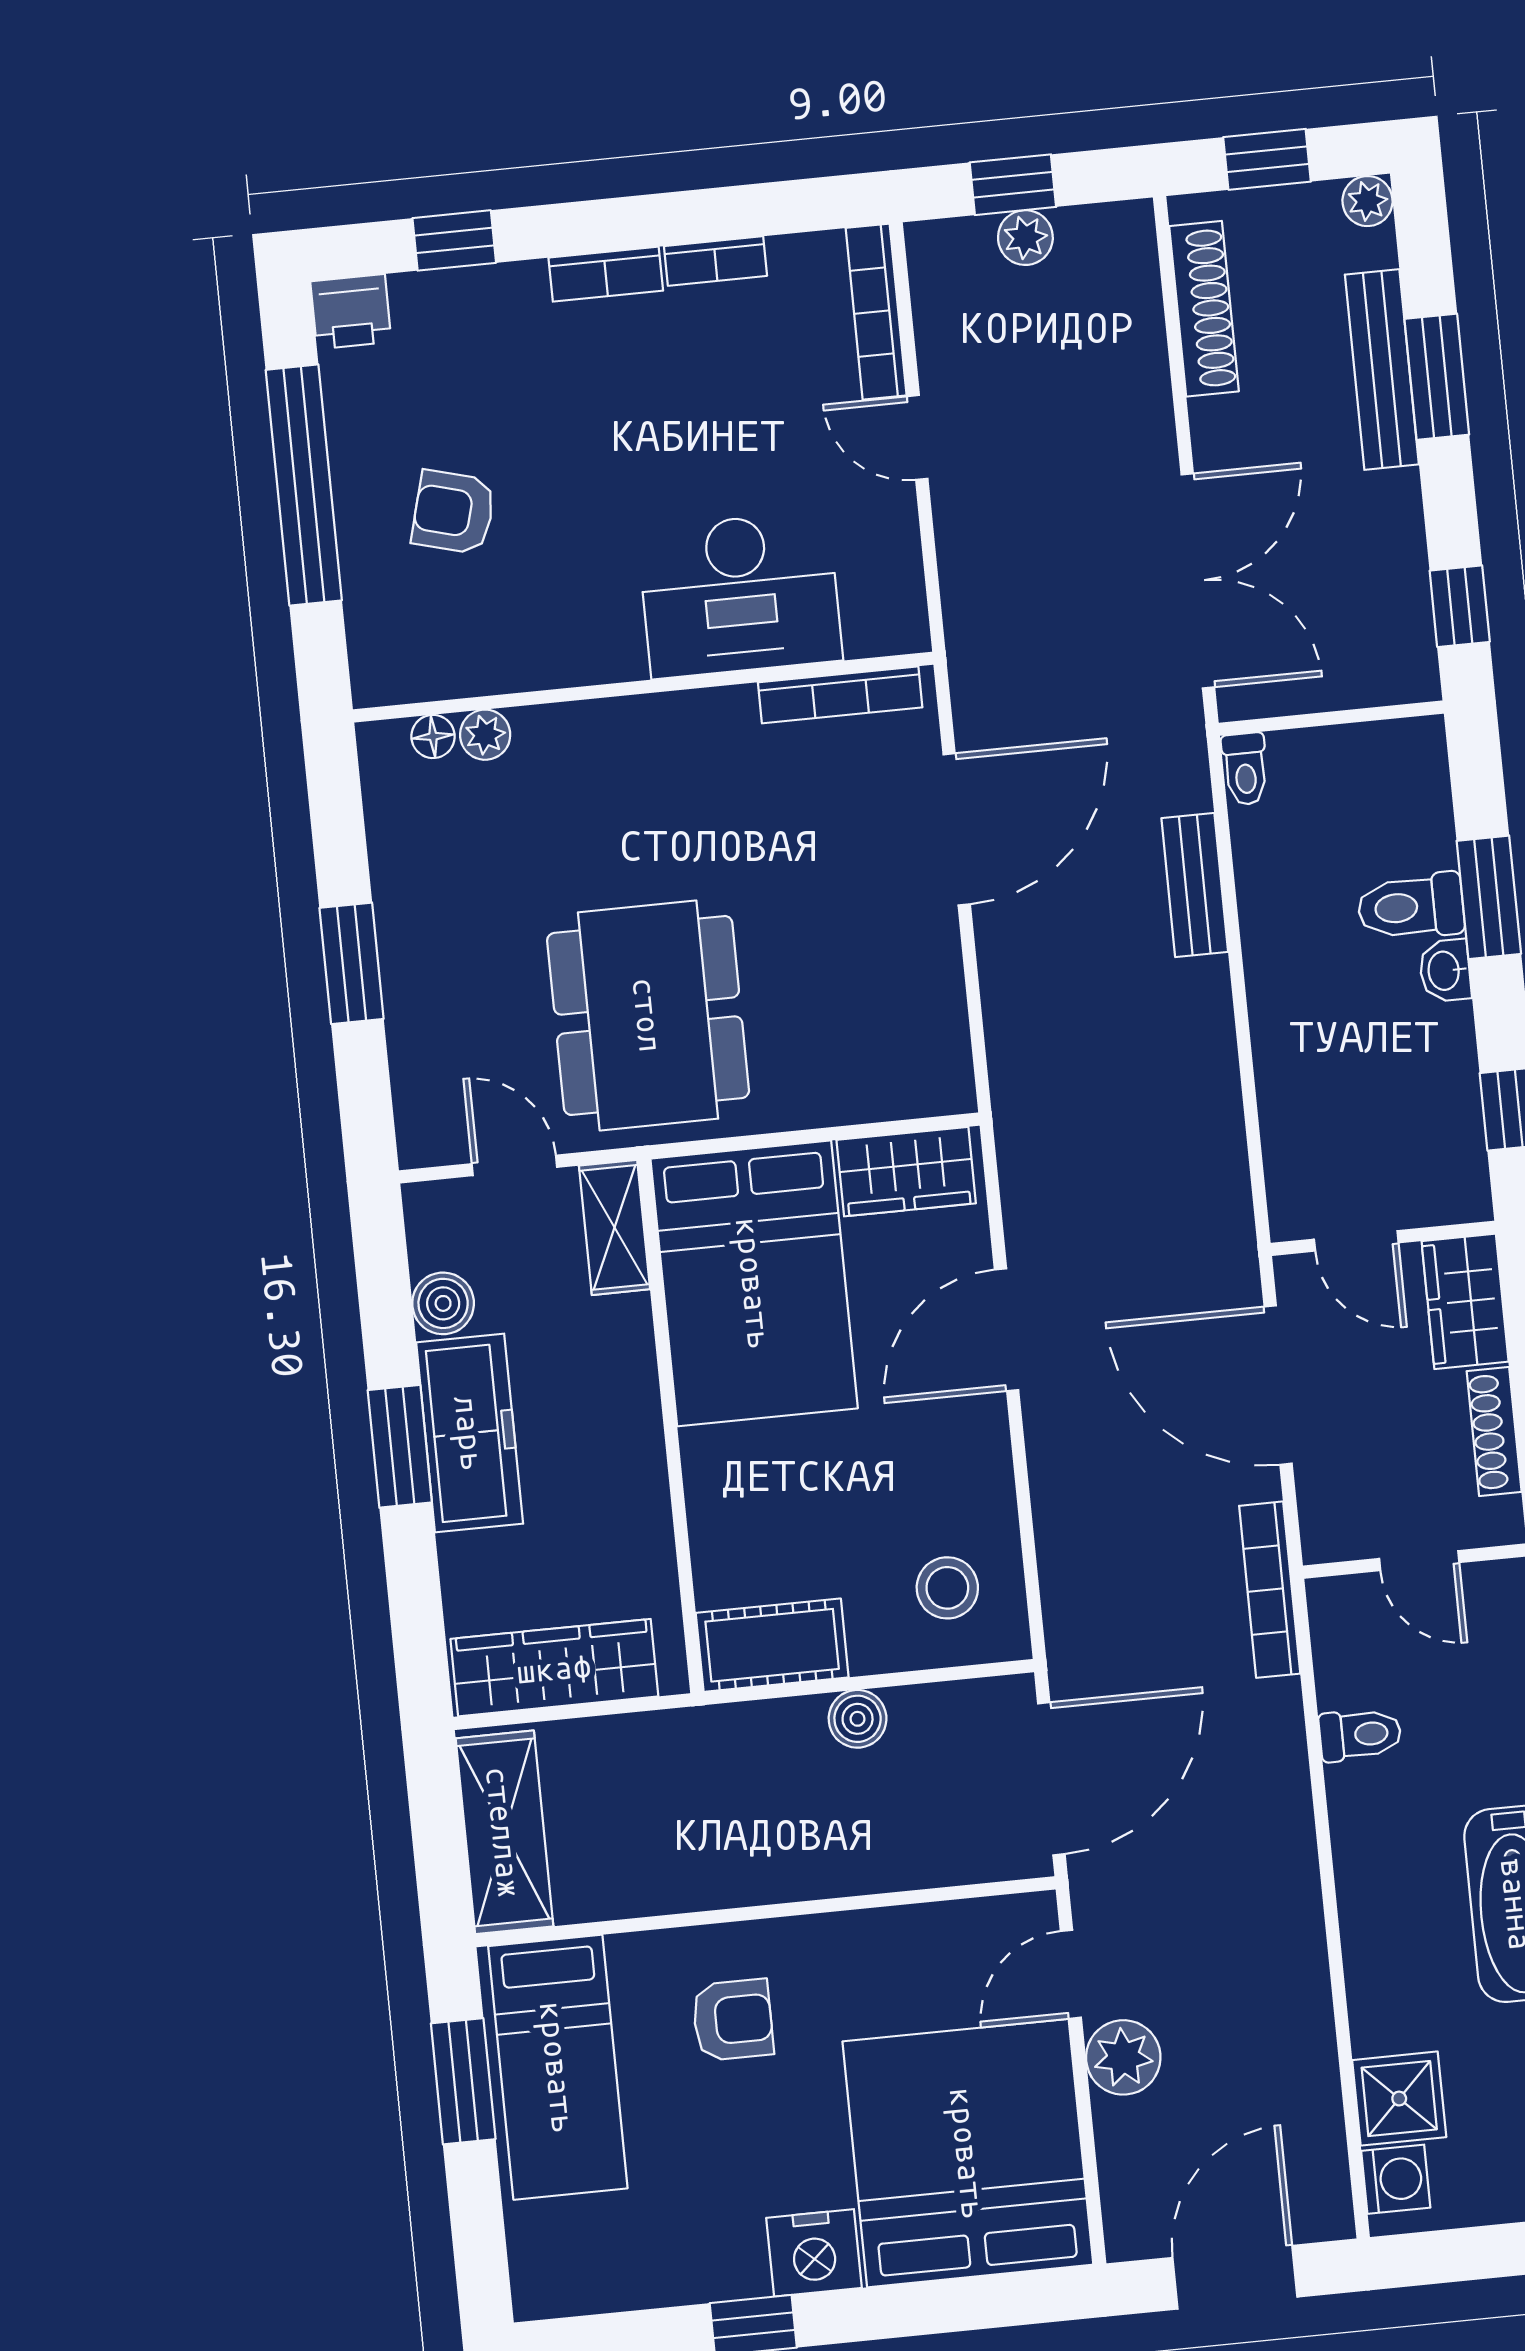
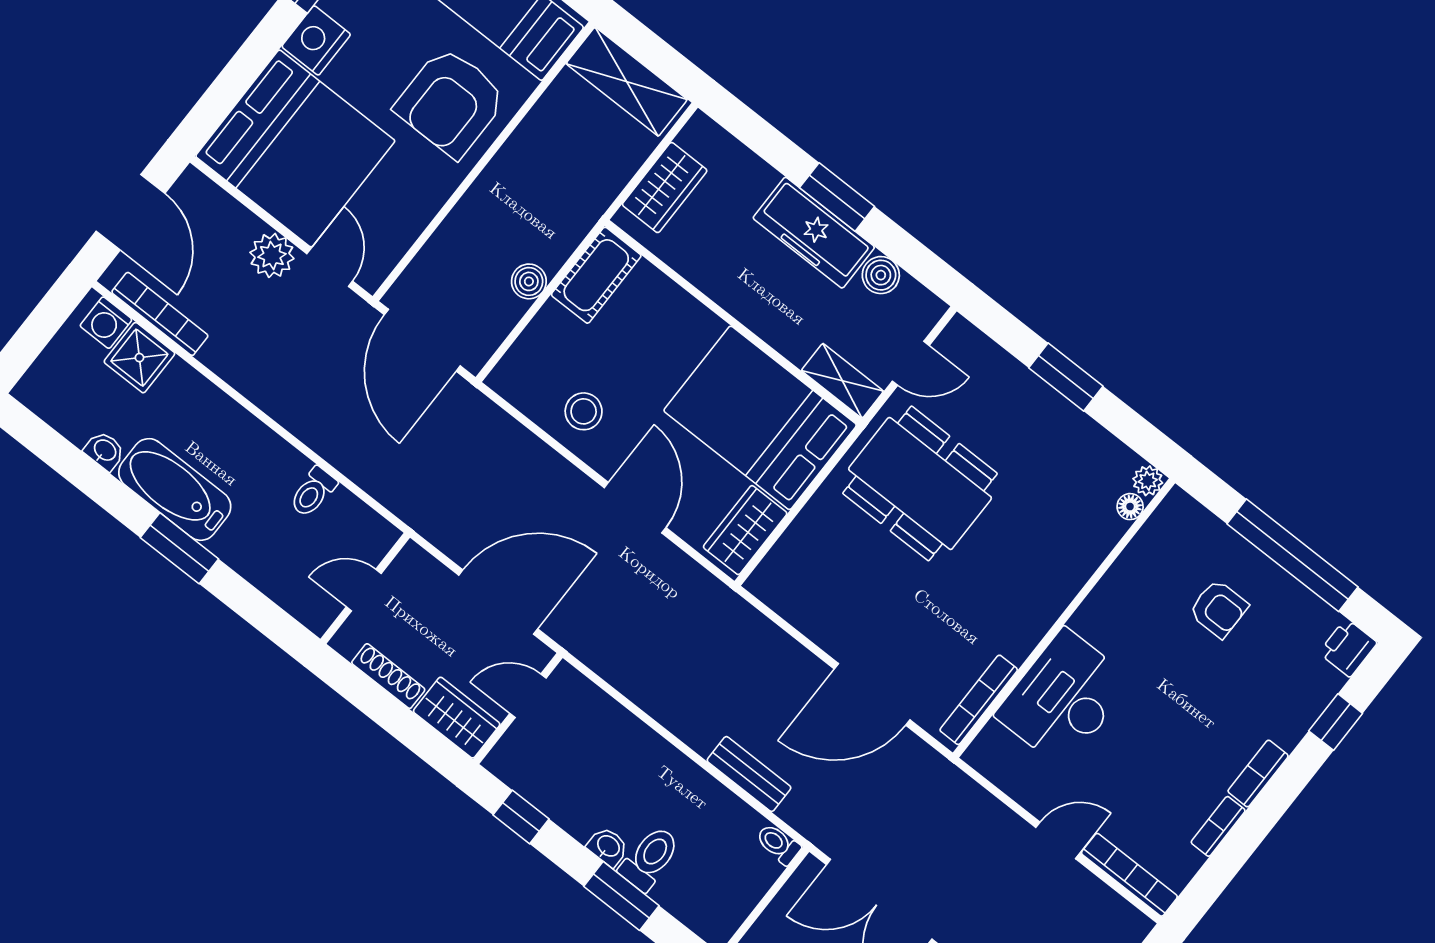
armchair: (454, 512) -> (1219, 609), turned 75
plant: (485, 735) -> (1148, 481), moved
door: (957, 829) -> (872, 694), hinge flipped
stool: (947, 1588) -> (584, 411), moved
bookcase: (1270, 1590) -> (160, 314), moved
wardrobe: (554, 1668) -> (665, 188), width x0.67
armchair: (733, 2020) -> (451, 102), width x1.88, depth x1.88

